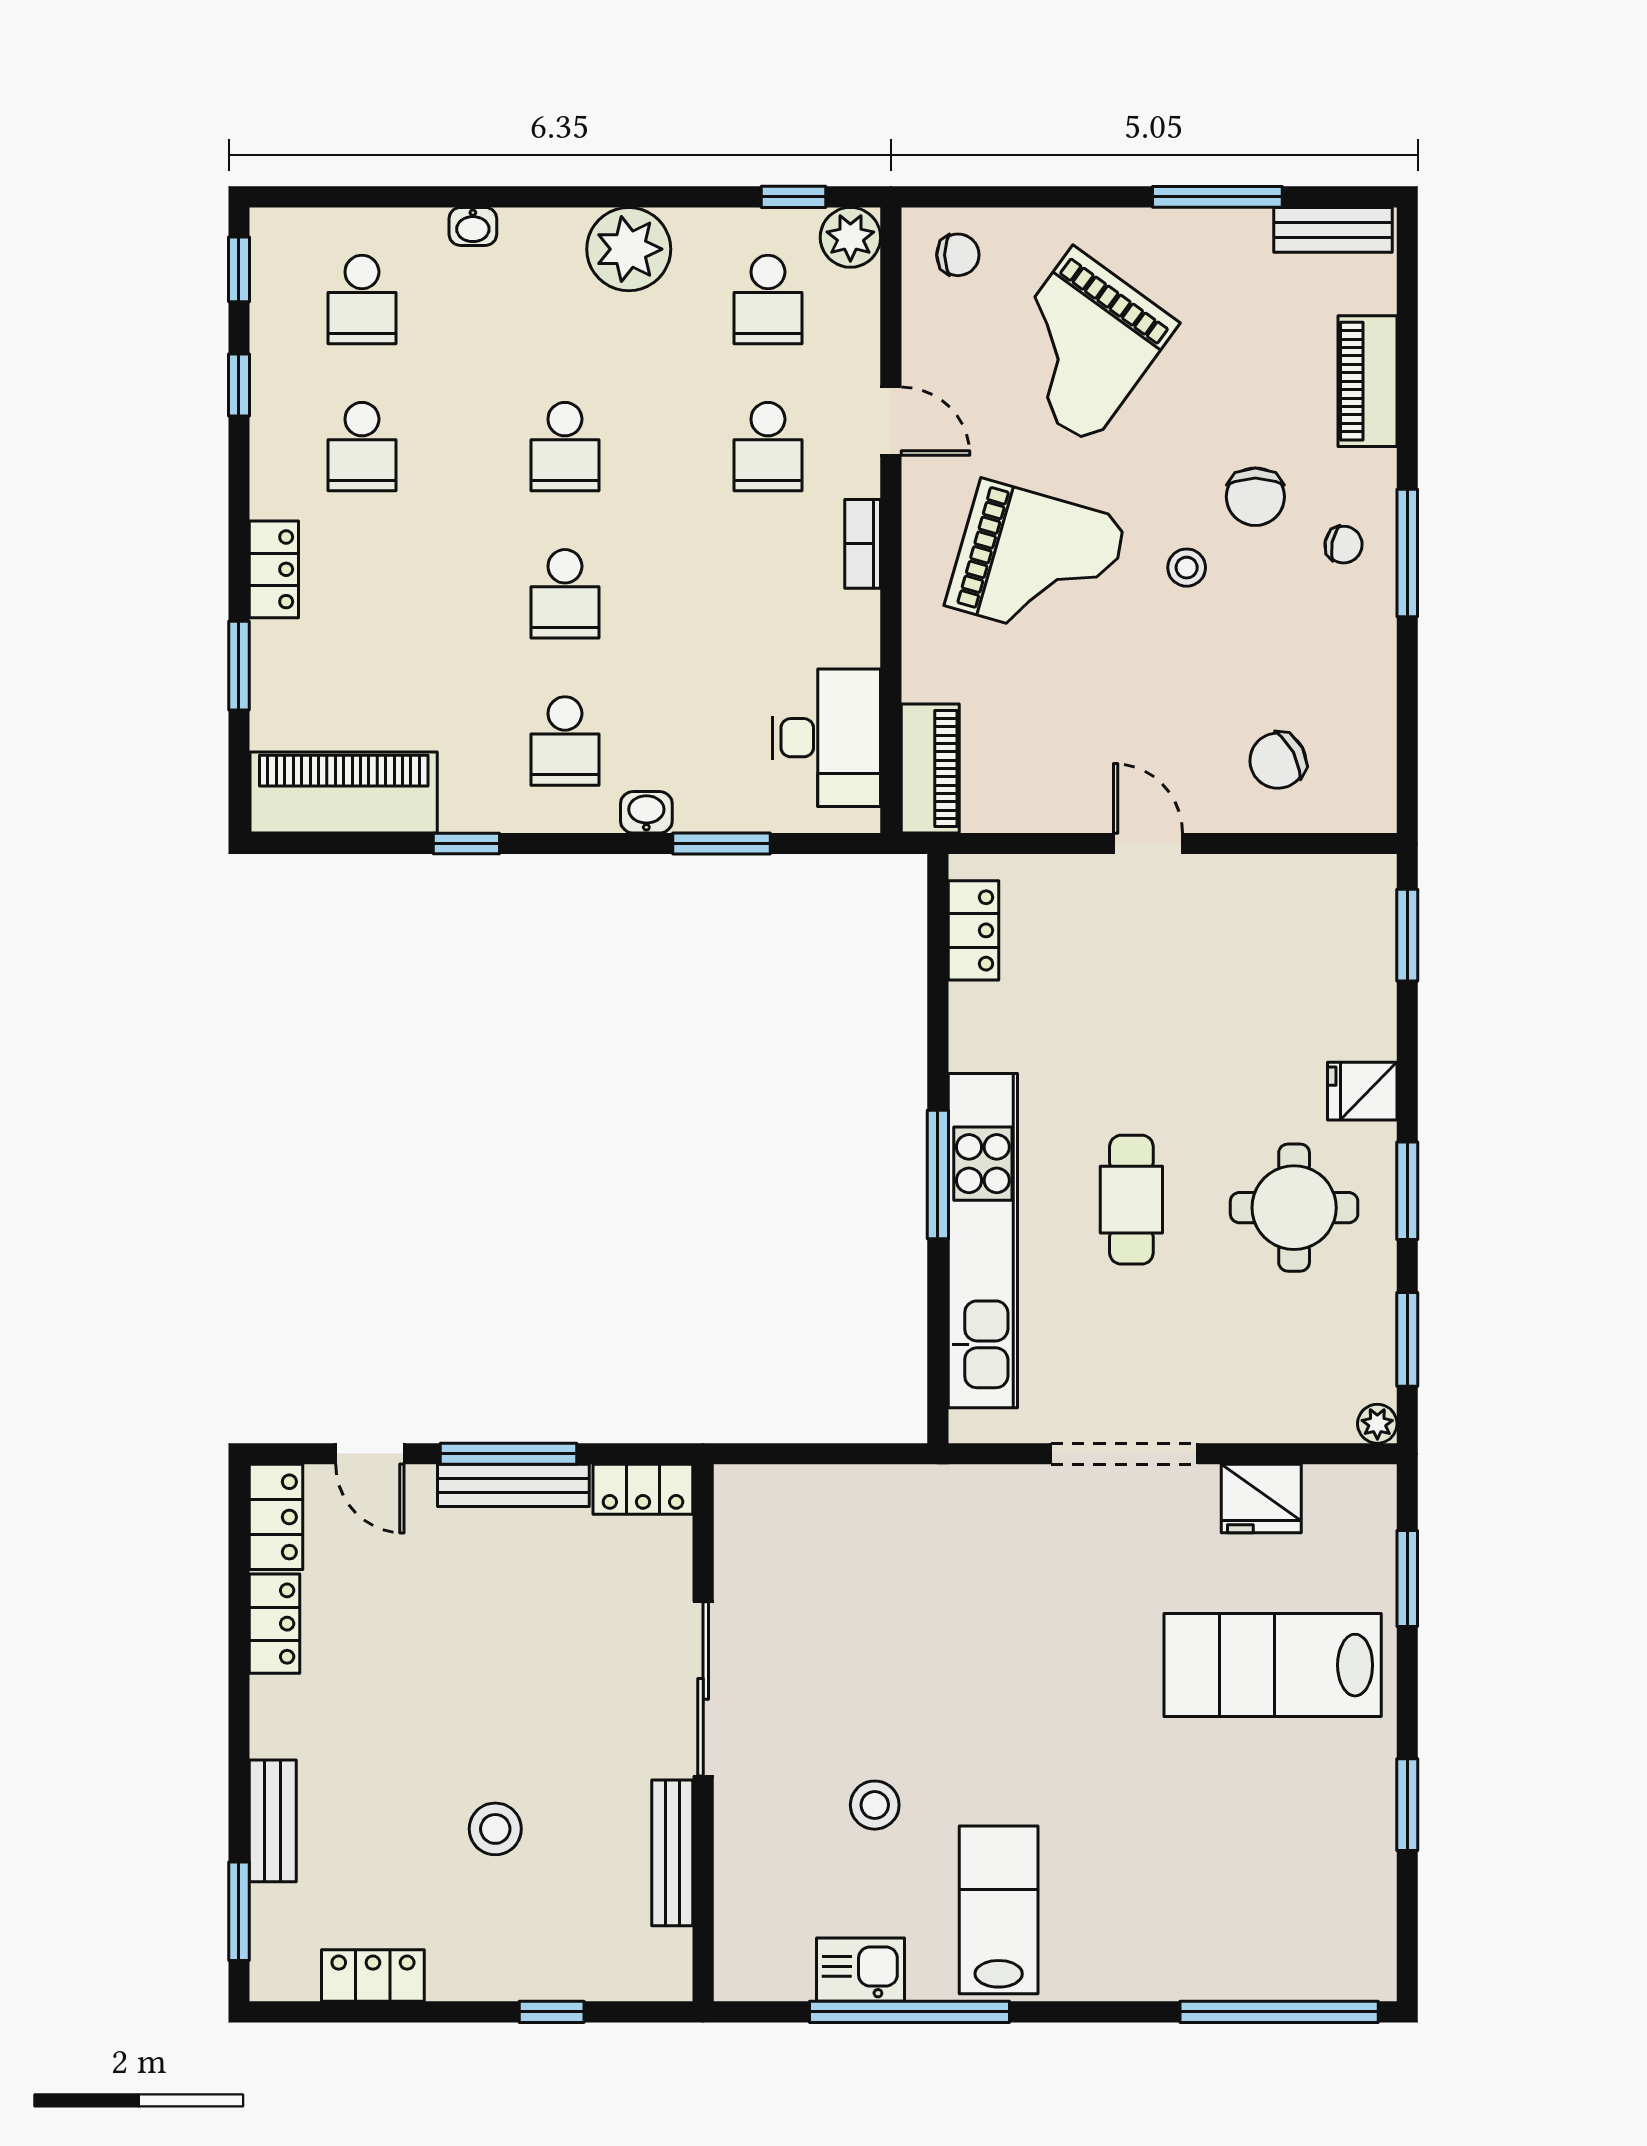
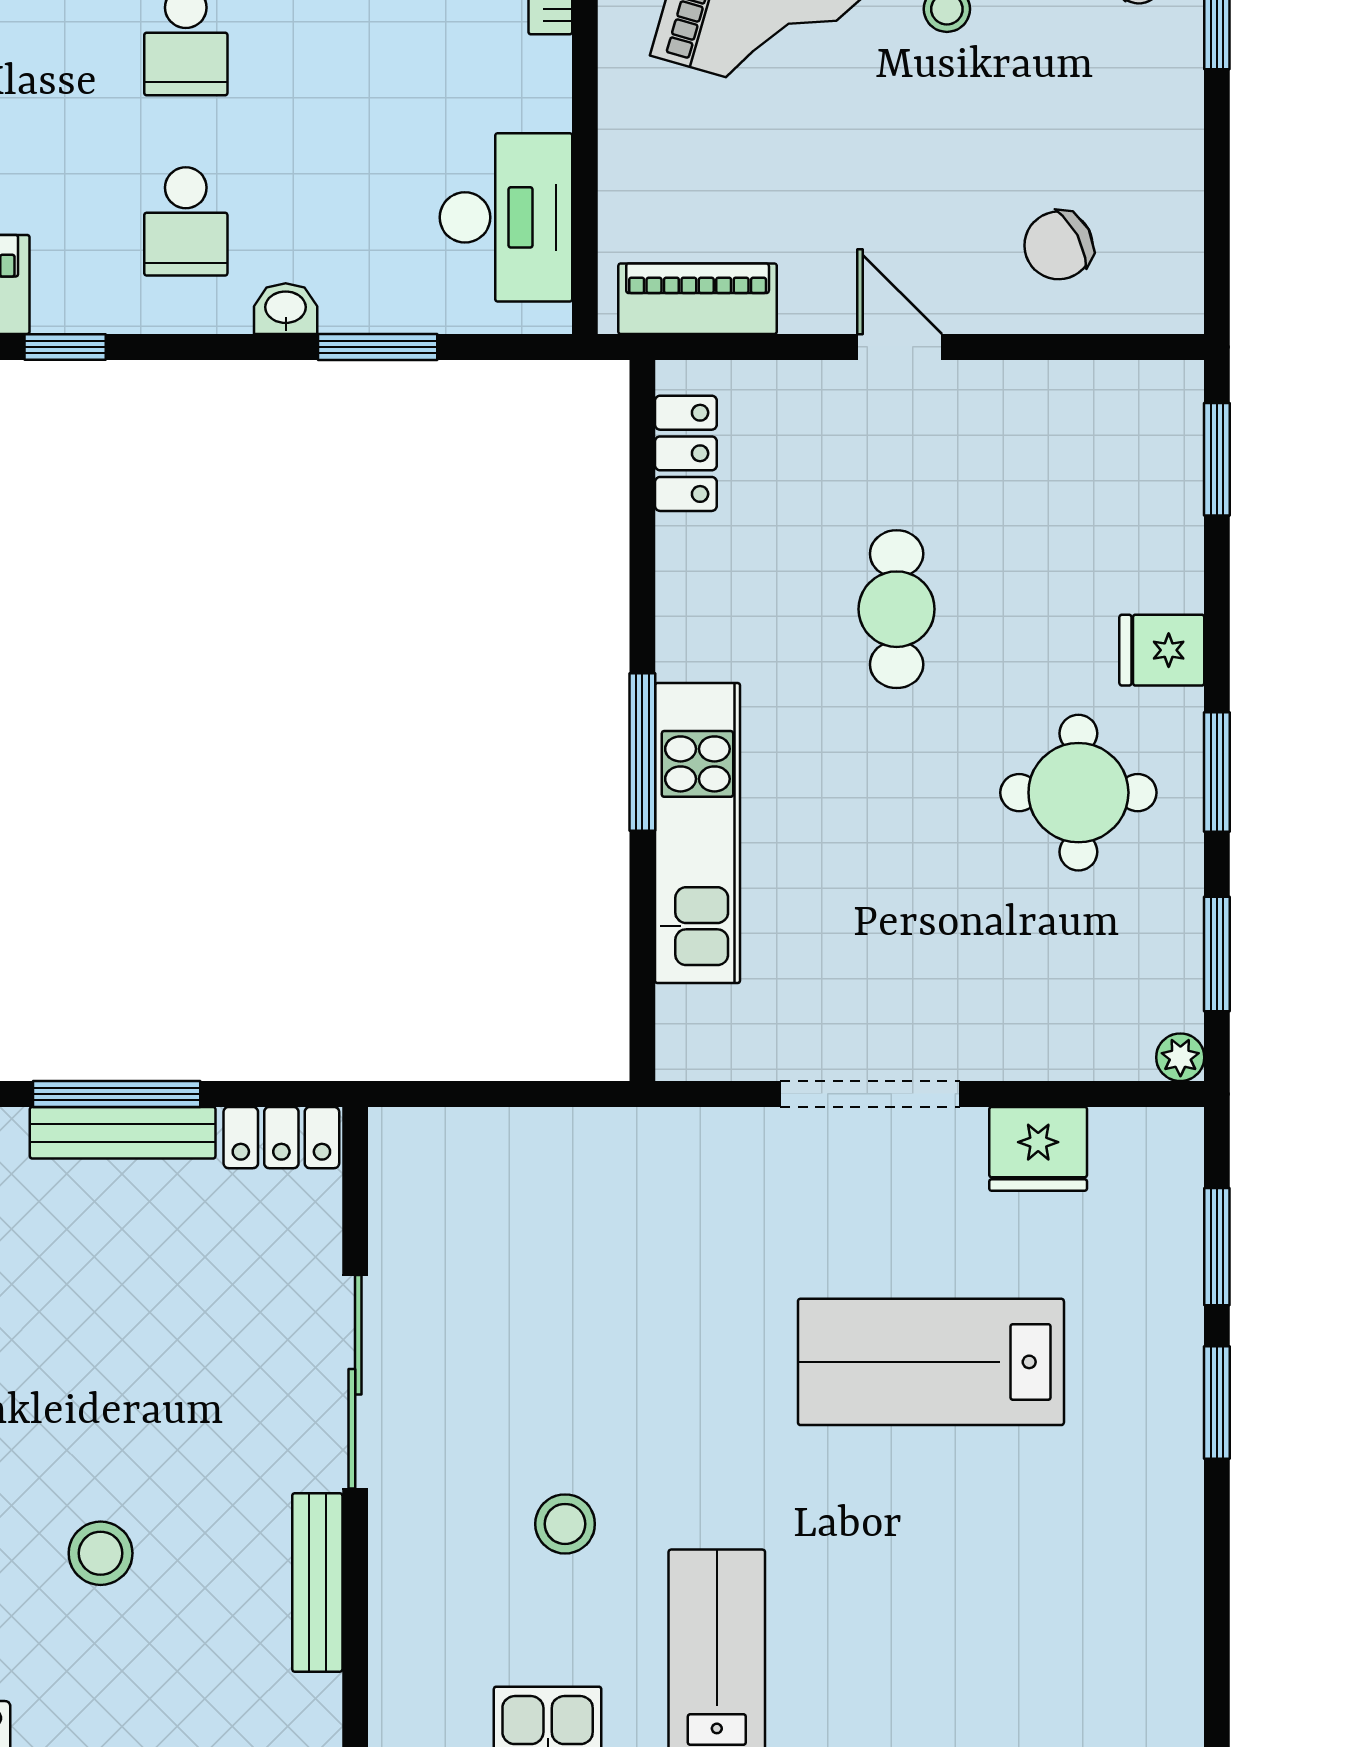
piano: (930, 768) -> (698, 299), moved, turned -90
cafe table: (1131, 1200) -> (897, 609), moved
kitchen unit: (983, 1241) -> (697, 833), width x0.73
lab bench: (1273, 1665) -> (931, 1362), moved
window: (1407, 1805) -> (1217, 1403), moved

